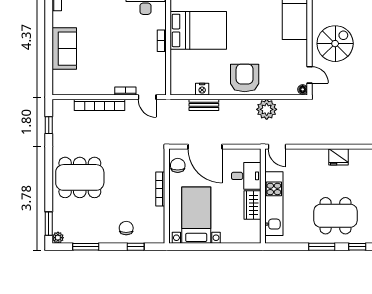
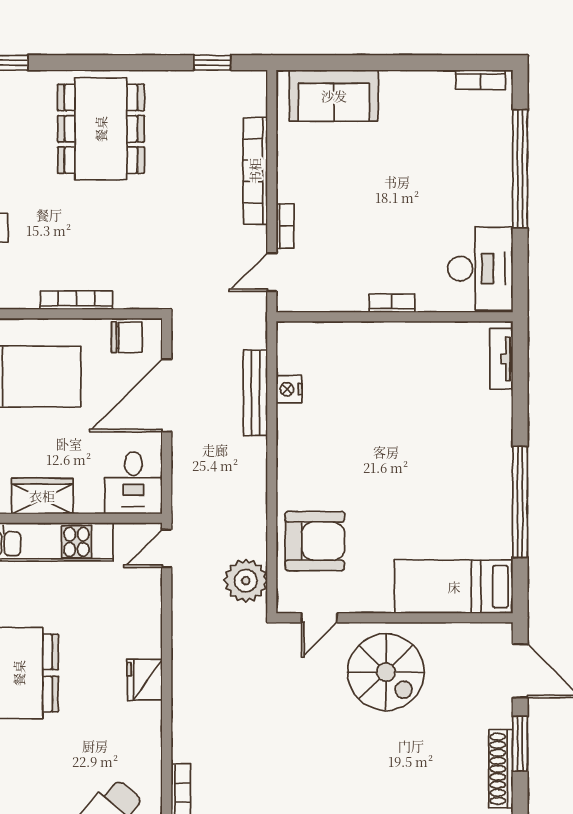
bed: (198, 30) -> (414, 381), removed
sofa: (64, 49) -> (334, 96), moved
armchair: (245, 78) -> (315, 541), moved
floor lamp: (303, 89) -> (288, 603), removed
bench: (204, 105) -> (255, 393), width x1.36
plant: (267, 109) -> (246, 581), moved
desk: (246, 176) -> (133, 483), moved

